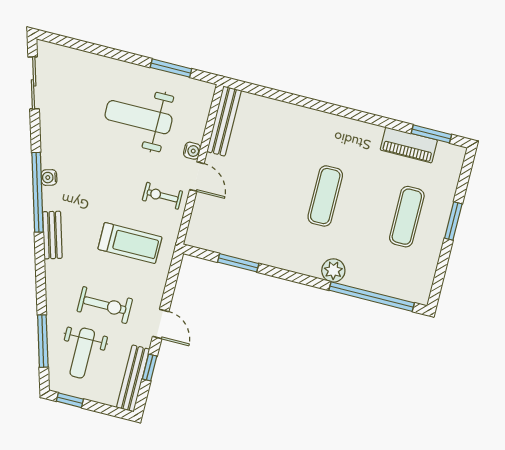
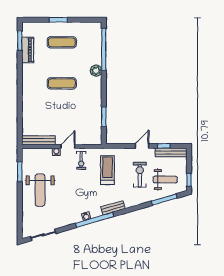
weight bench: (139, 117) -> (40, 190), moved

